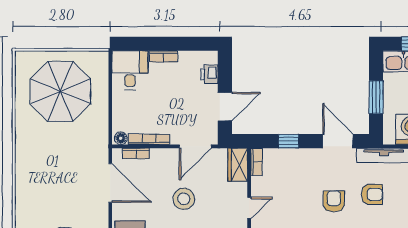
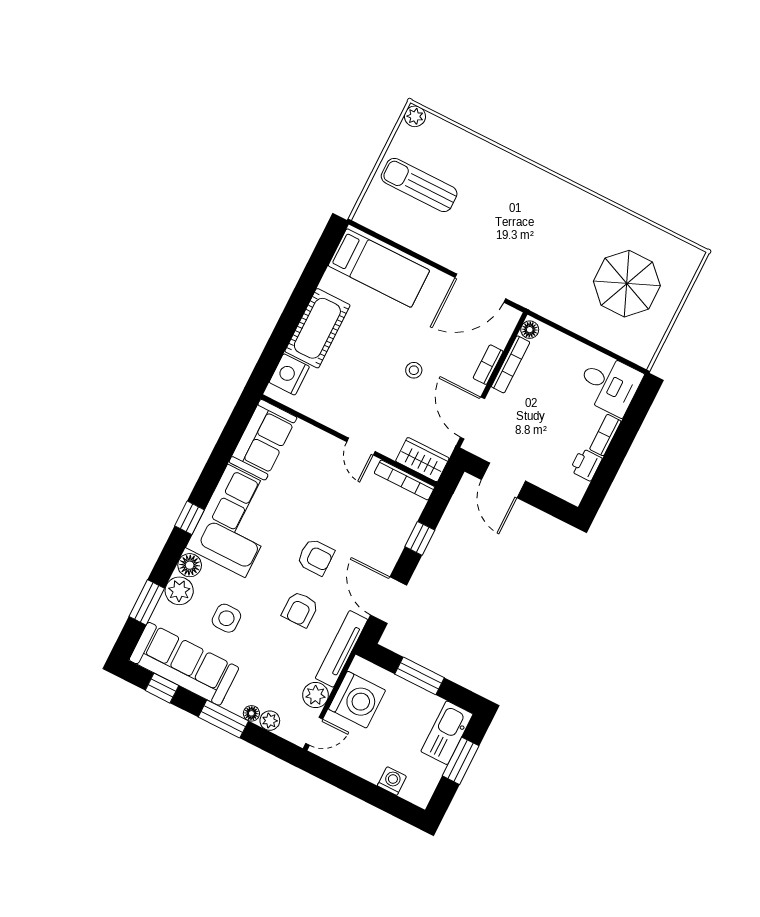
printer: (209, 74) -> (586, 464), moved, turned -90
parasol: (60, 91) -> (627, 284), width x0.73, depth x0.73
door: (338, 141) -> (389, 600), swing flipped
bookcase: (136, 153) -> (488, 365), moved
bookcase: (256, 162) -> (404, 480), width x1.56
stool: (184, 199) -> (414, 370), width x0.53, depth x0.53

